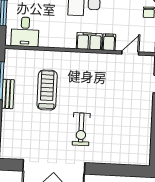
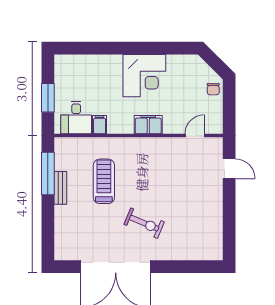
filing cabinet: (109, 42) -> (100, 125), moved
exercise bike: (81, 129) -> (144, 223), turned -67

